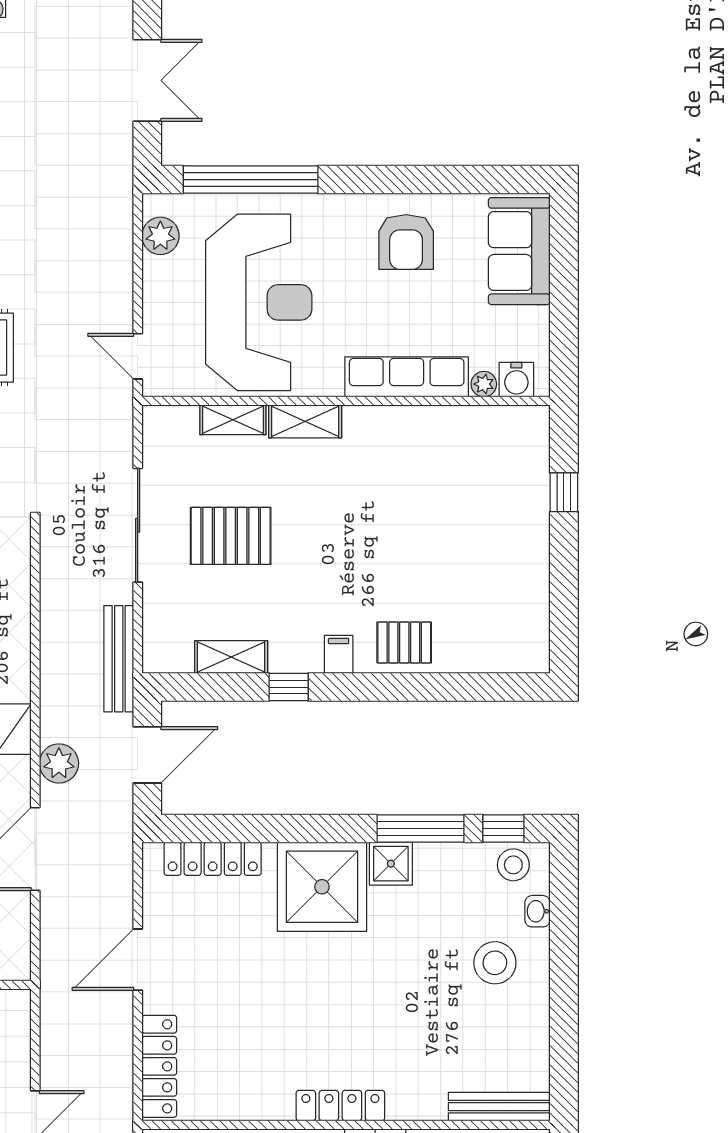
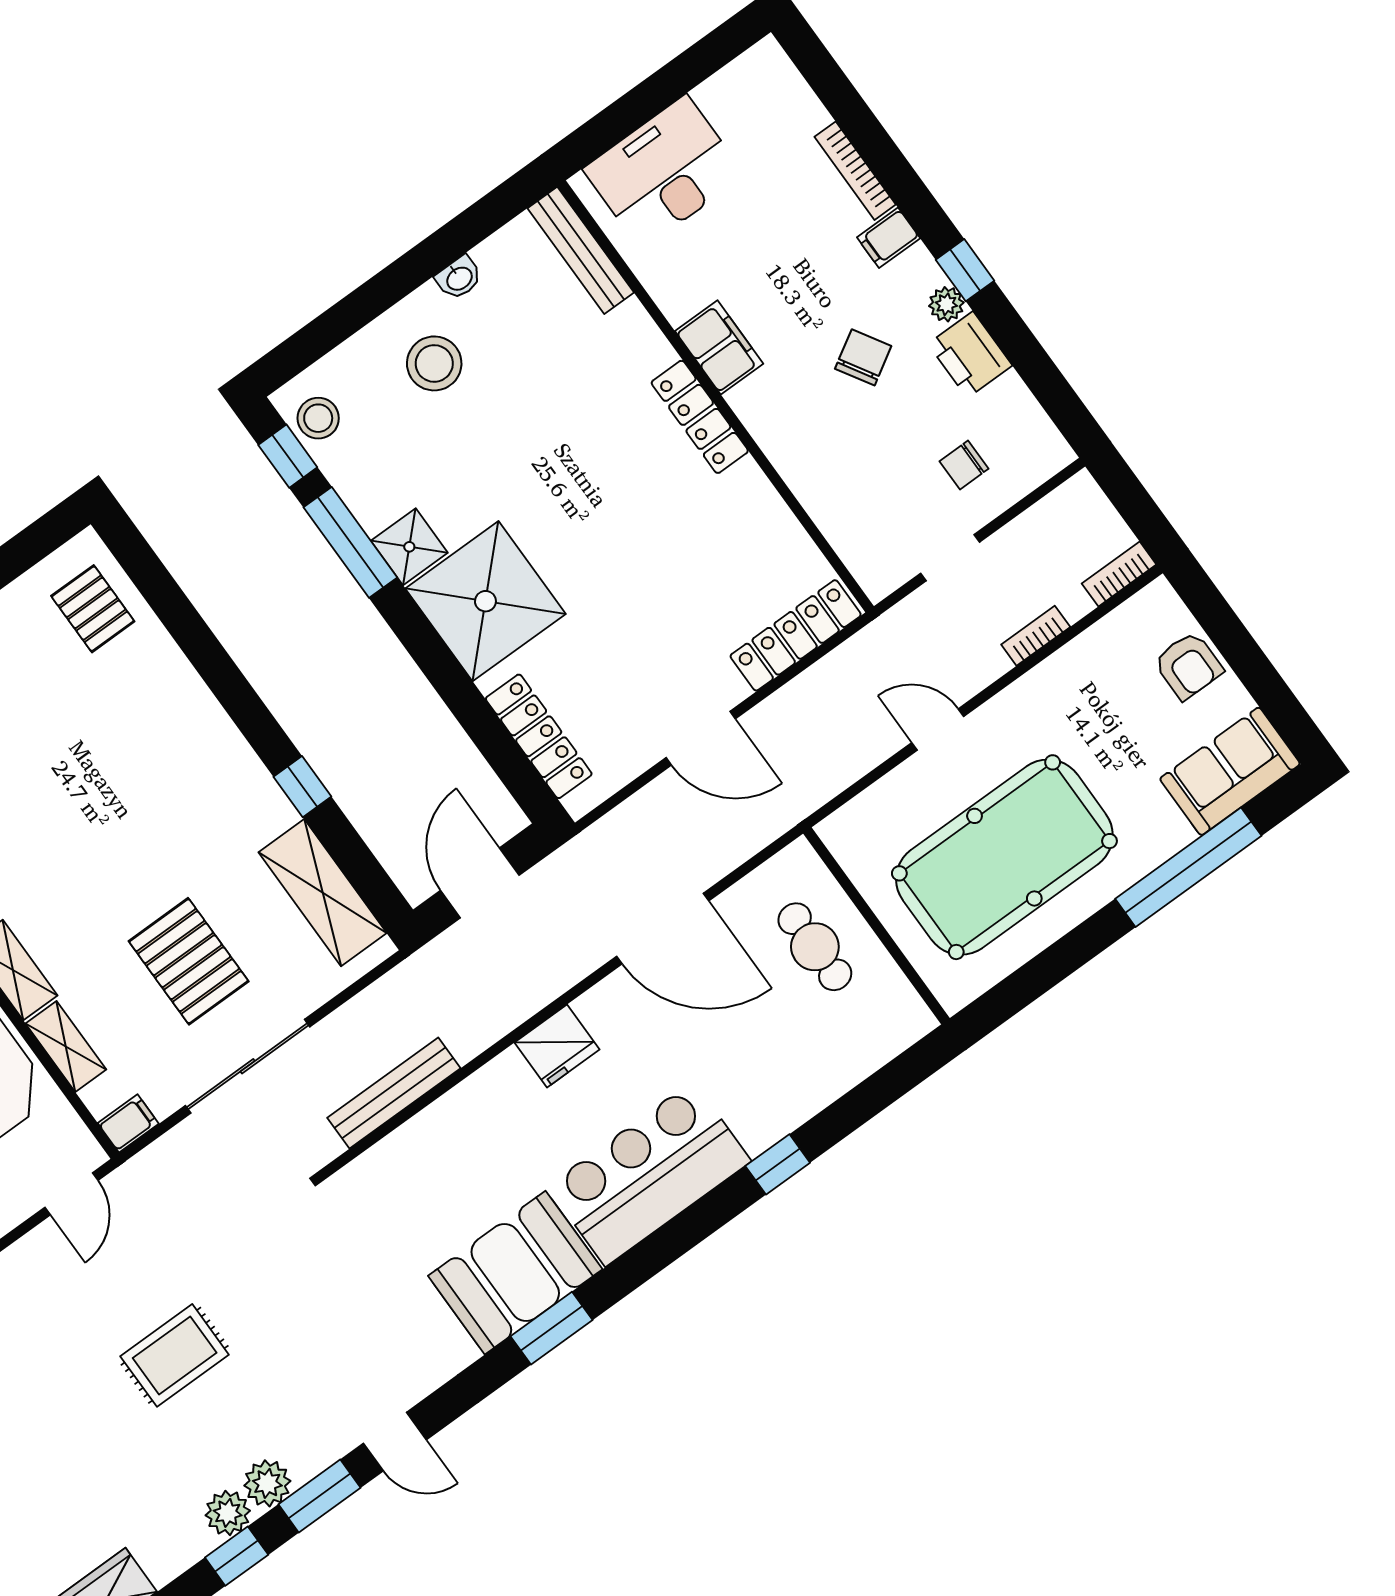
pallet: (404, 643) -> (93, 609), moved
filing cabinet: (339, 654) -> (128, 1123), moved, turned 180
shelving: (231, 657) -> (323, 893), width x1.50, depth x1.33
bench: (119, 659) -> (394, 1093), moved
door: (147, 755) -> (480, 883), hinge flipped
plant: (59, 763) -> (555, 969), removed
washbasin: (537, 911) -> (459, 278), moved

